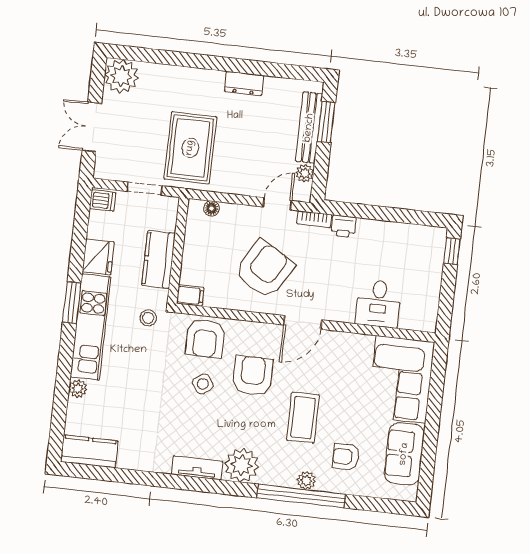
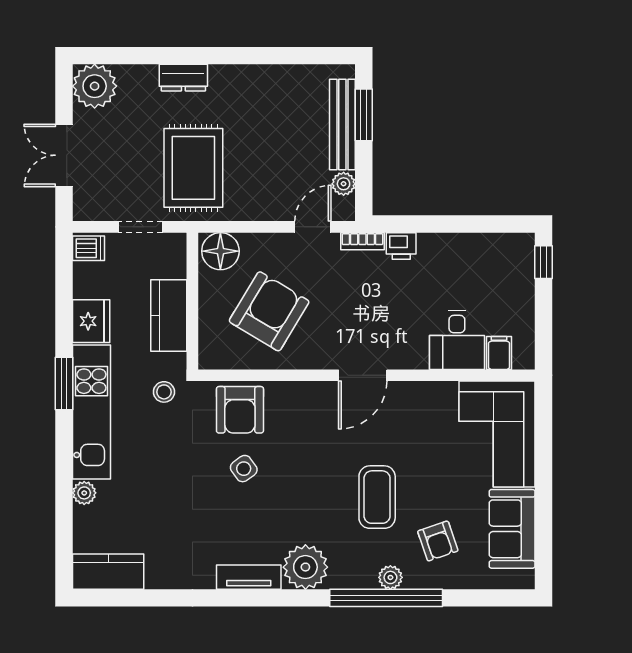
dresser: (244, 84) -> (183, 78), moved
floor lamp: (212, 208) -> (220, 251), width x1.89, depth x1.89
armchair: (265, 269) -> (269, 311), moved
filing cabinet: (190, 295) -> (499, 353), moved, turned -90
armchair: (253, 376) -> (306, 451), removed
armchair: (346, 457) -> (438, 541), turned -109

